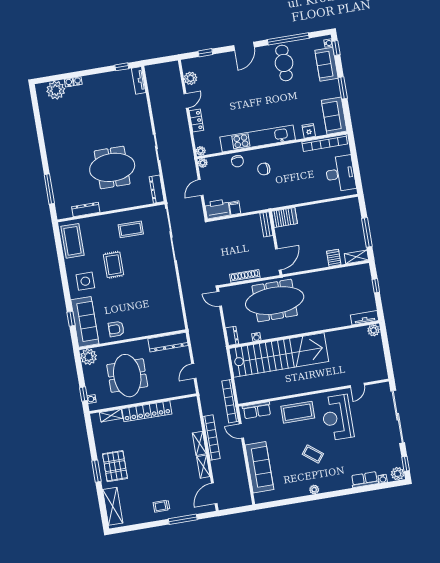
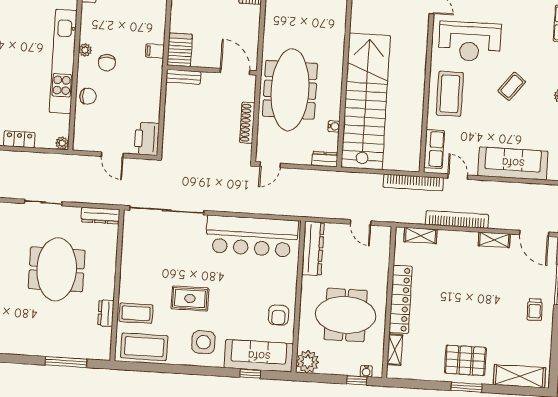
plant: (203, 163) -> (85, 50), moved
filing cabinet: (235, 208) -> (155, 51), moved
dresser: (86, 209) -> (106, 313), width x0.70
coffee table: (131, 229) -> (136, 313), moved, turned 90
bar counter: (167, 298) -> (252, 236), added
door: (241, 431) -> (458, 177), swing flipped
shelving: (199, 443) -> (421, 235), moved

